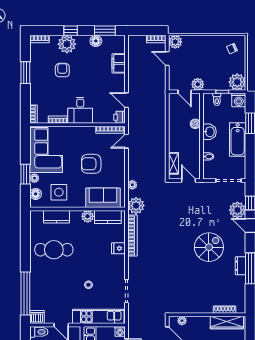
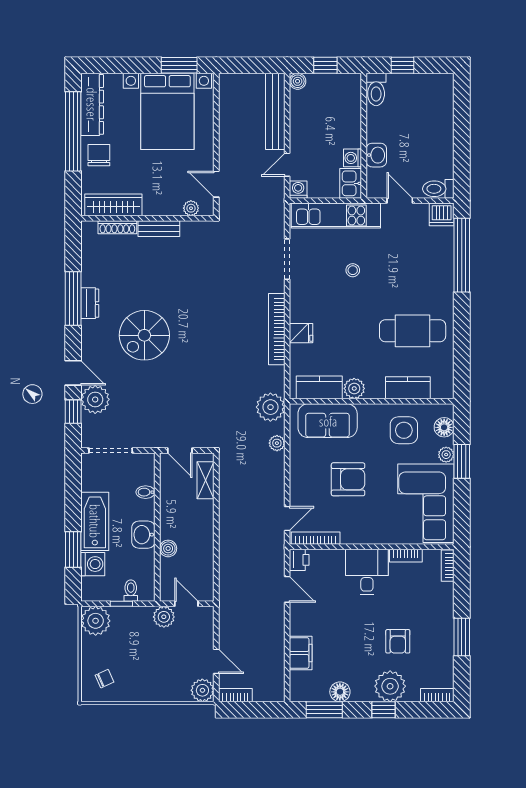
washing machine: (239, 100) -> (93, 564), moved, turned 90
bookcase: (132, 235) -> (277, 329), moved
bench: (201, 309) -> (159, 229), added

